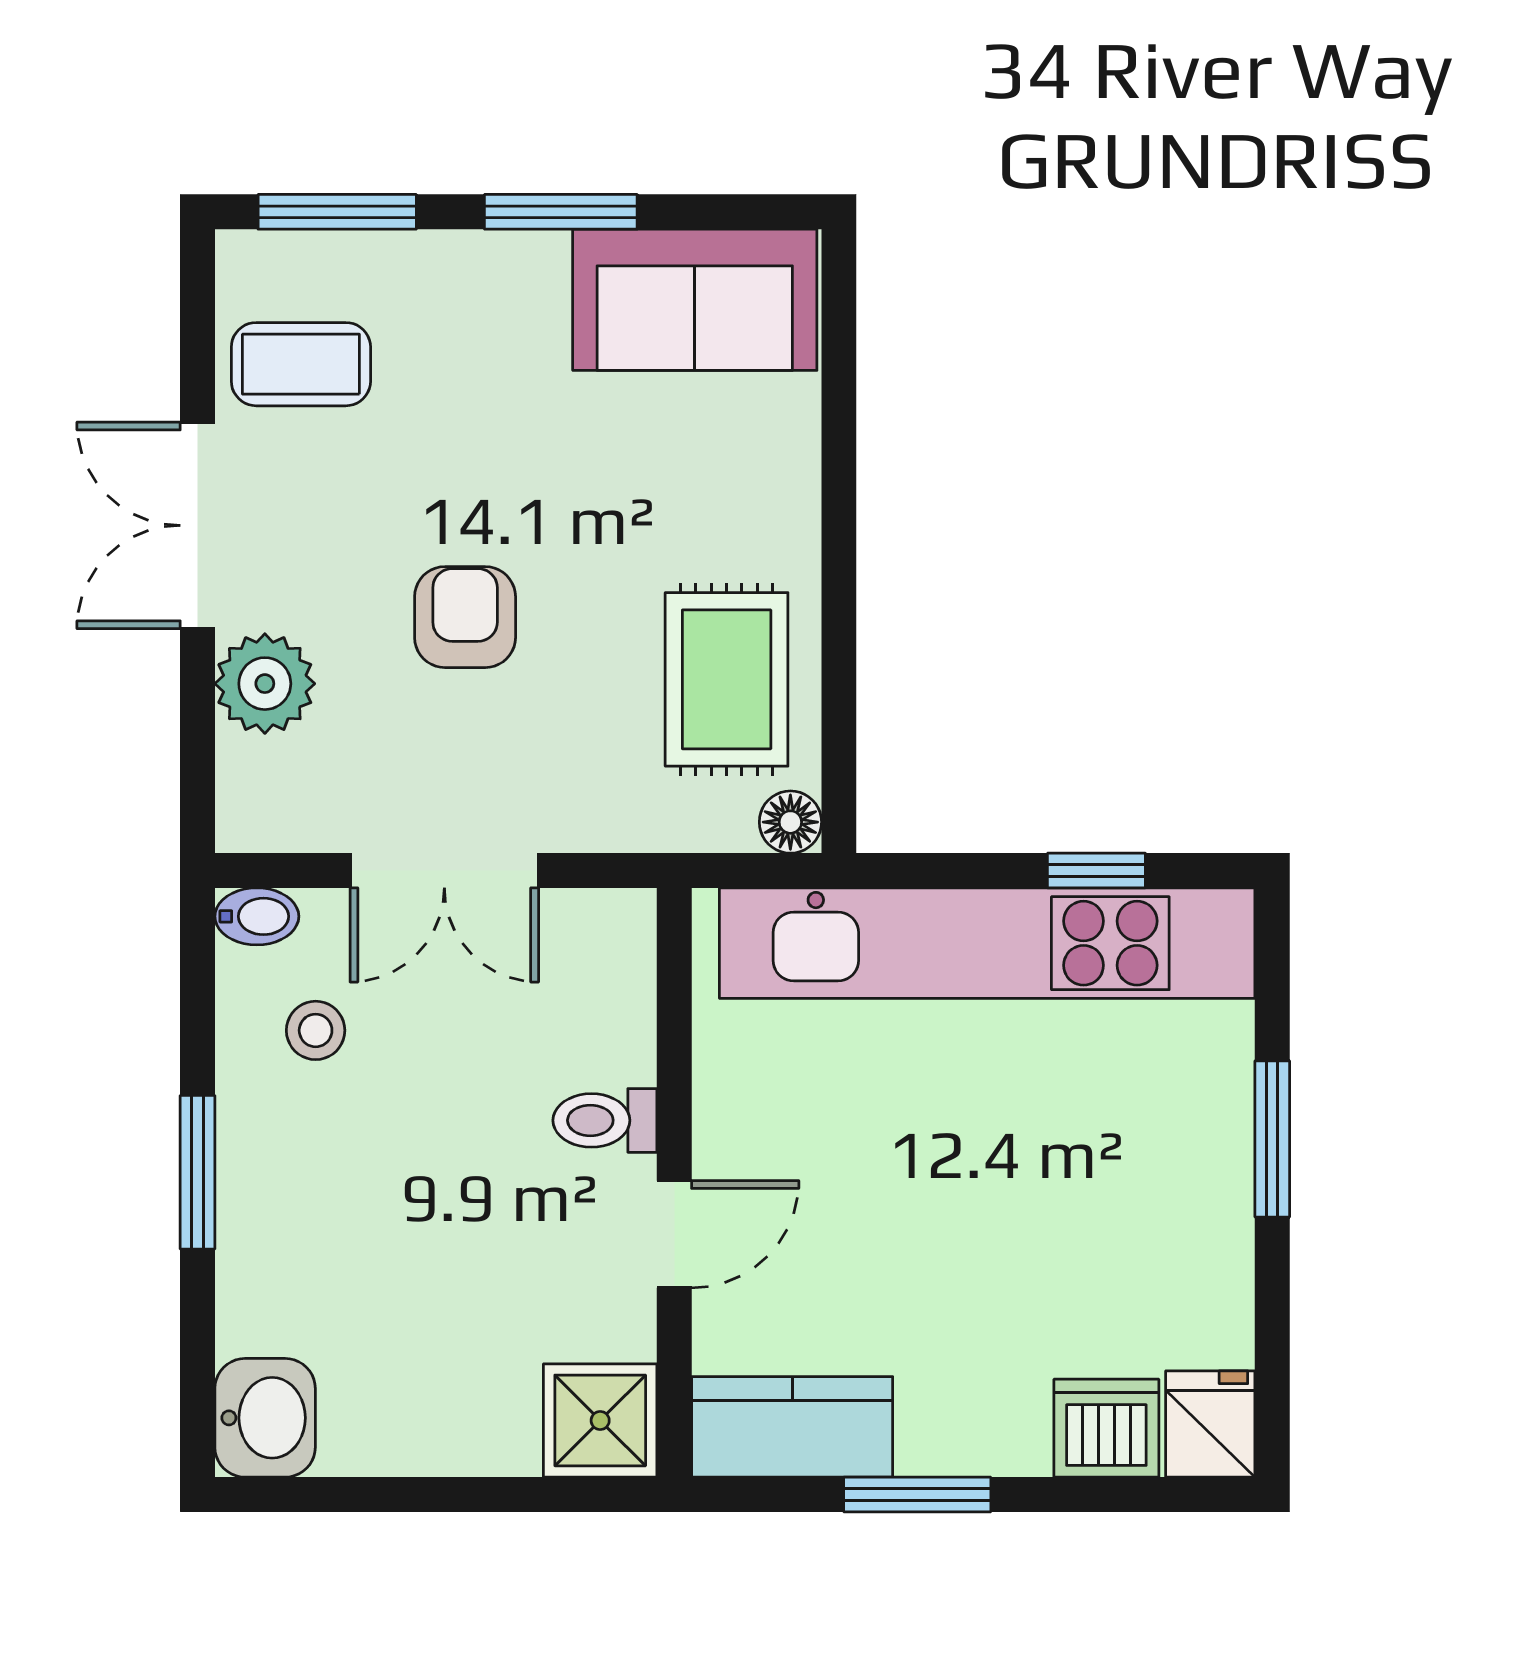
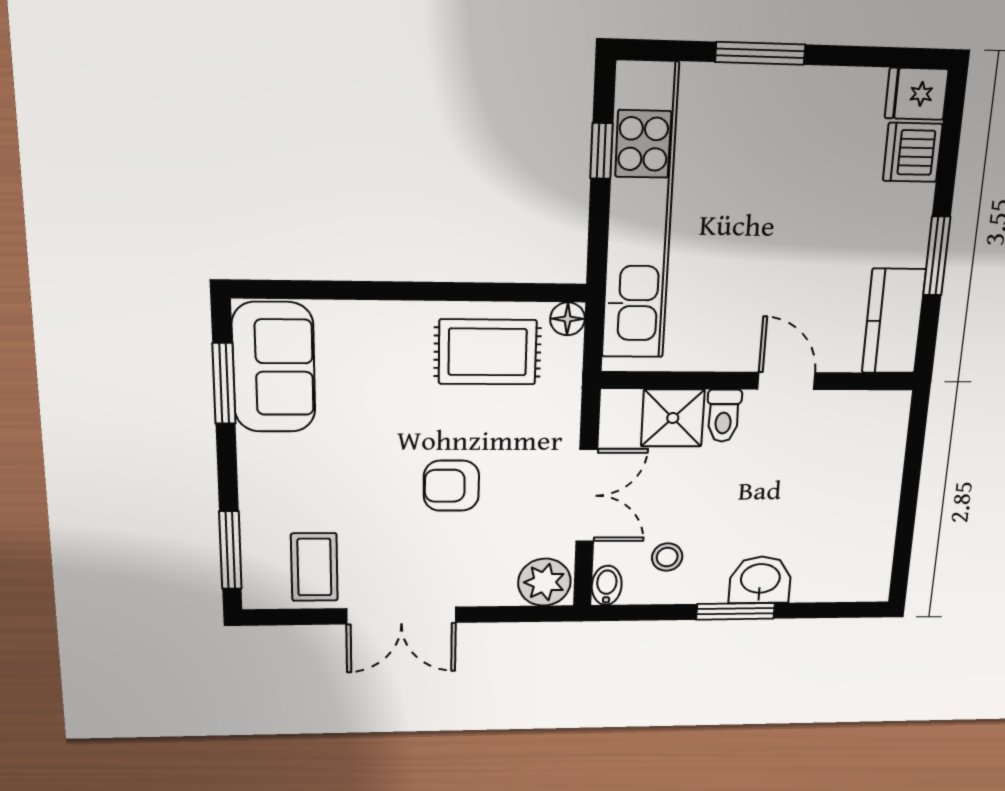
window: (561, 212) -> (224, 384), moved
plant: (265, 684) -> (544, 582), moved
washbasin: (265, 1418) -> (760, 580), moved
shower: (600, 1420) -> (673, 418), moved

